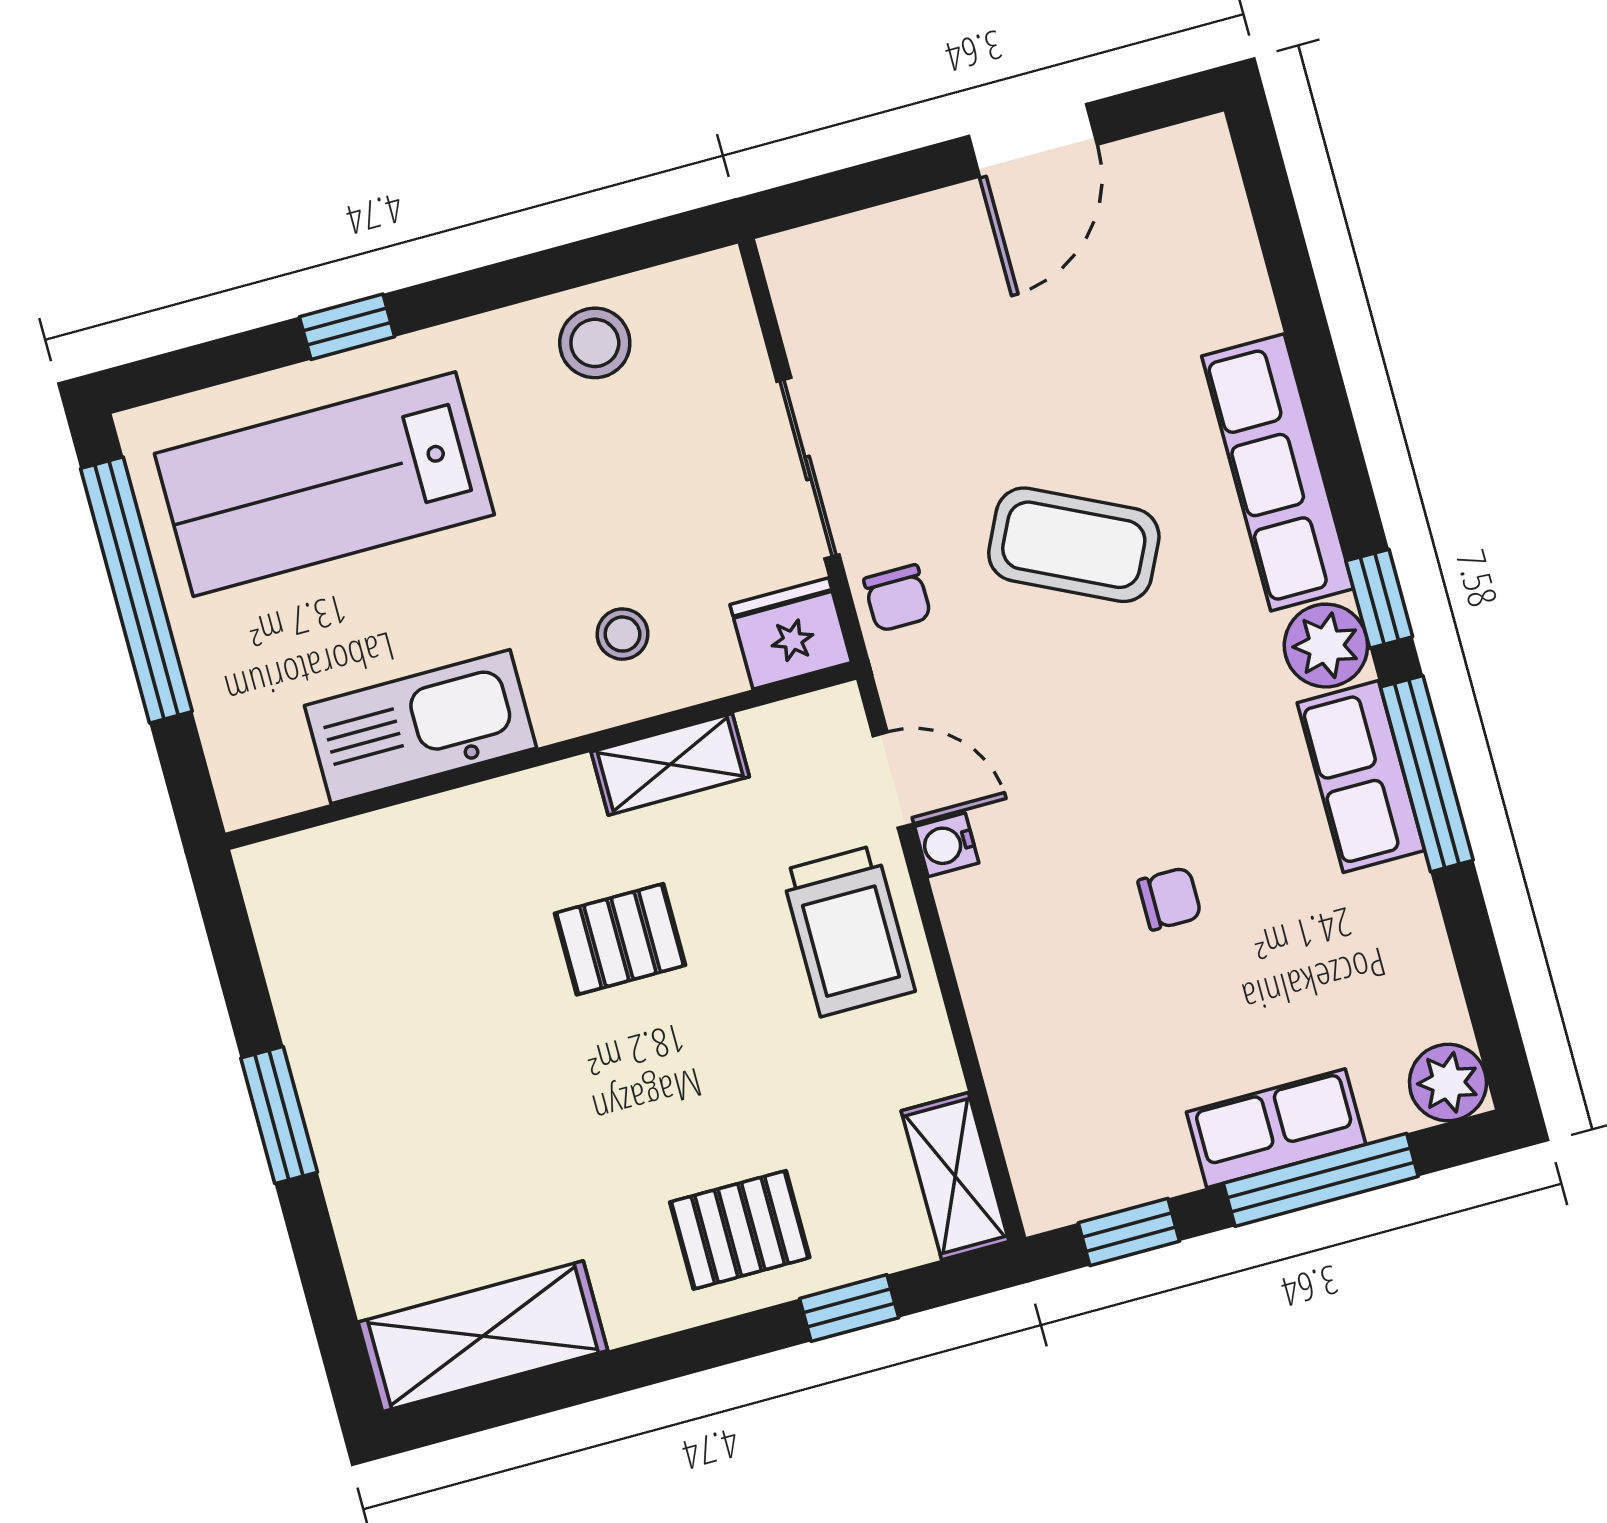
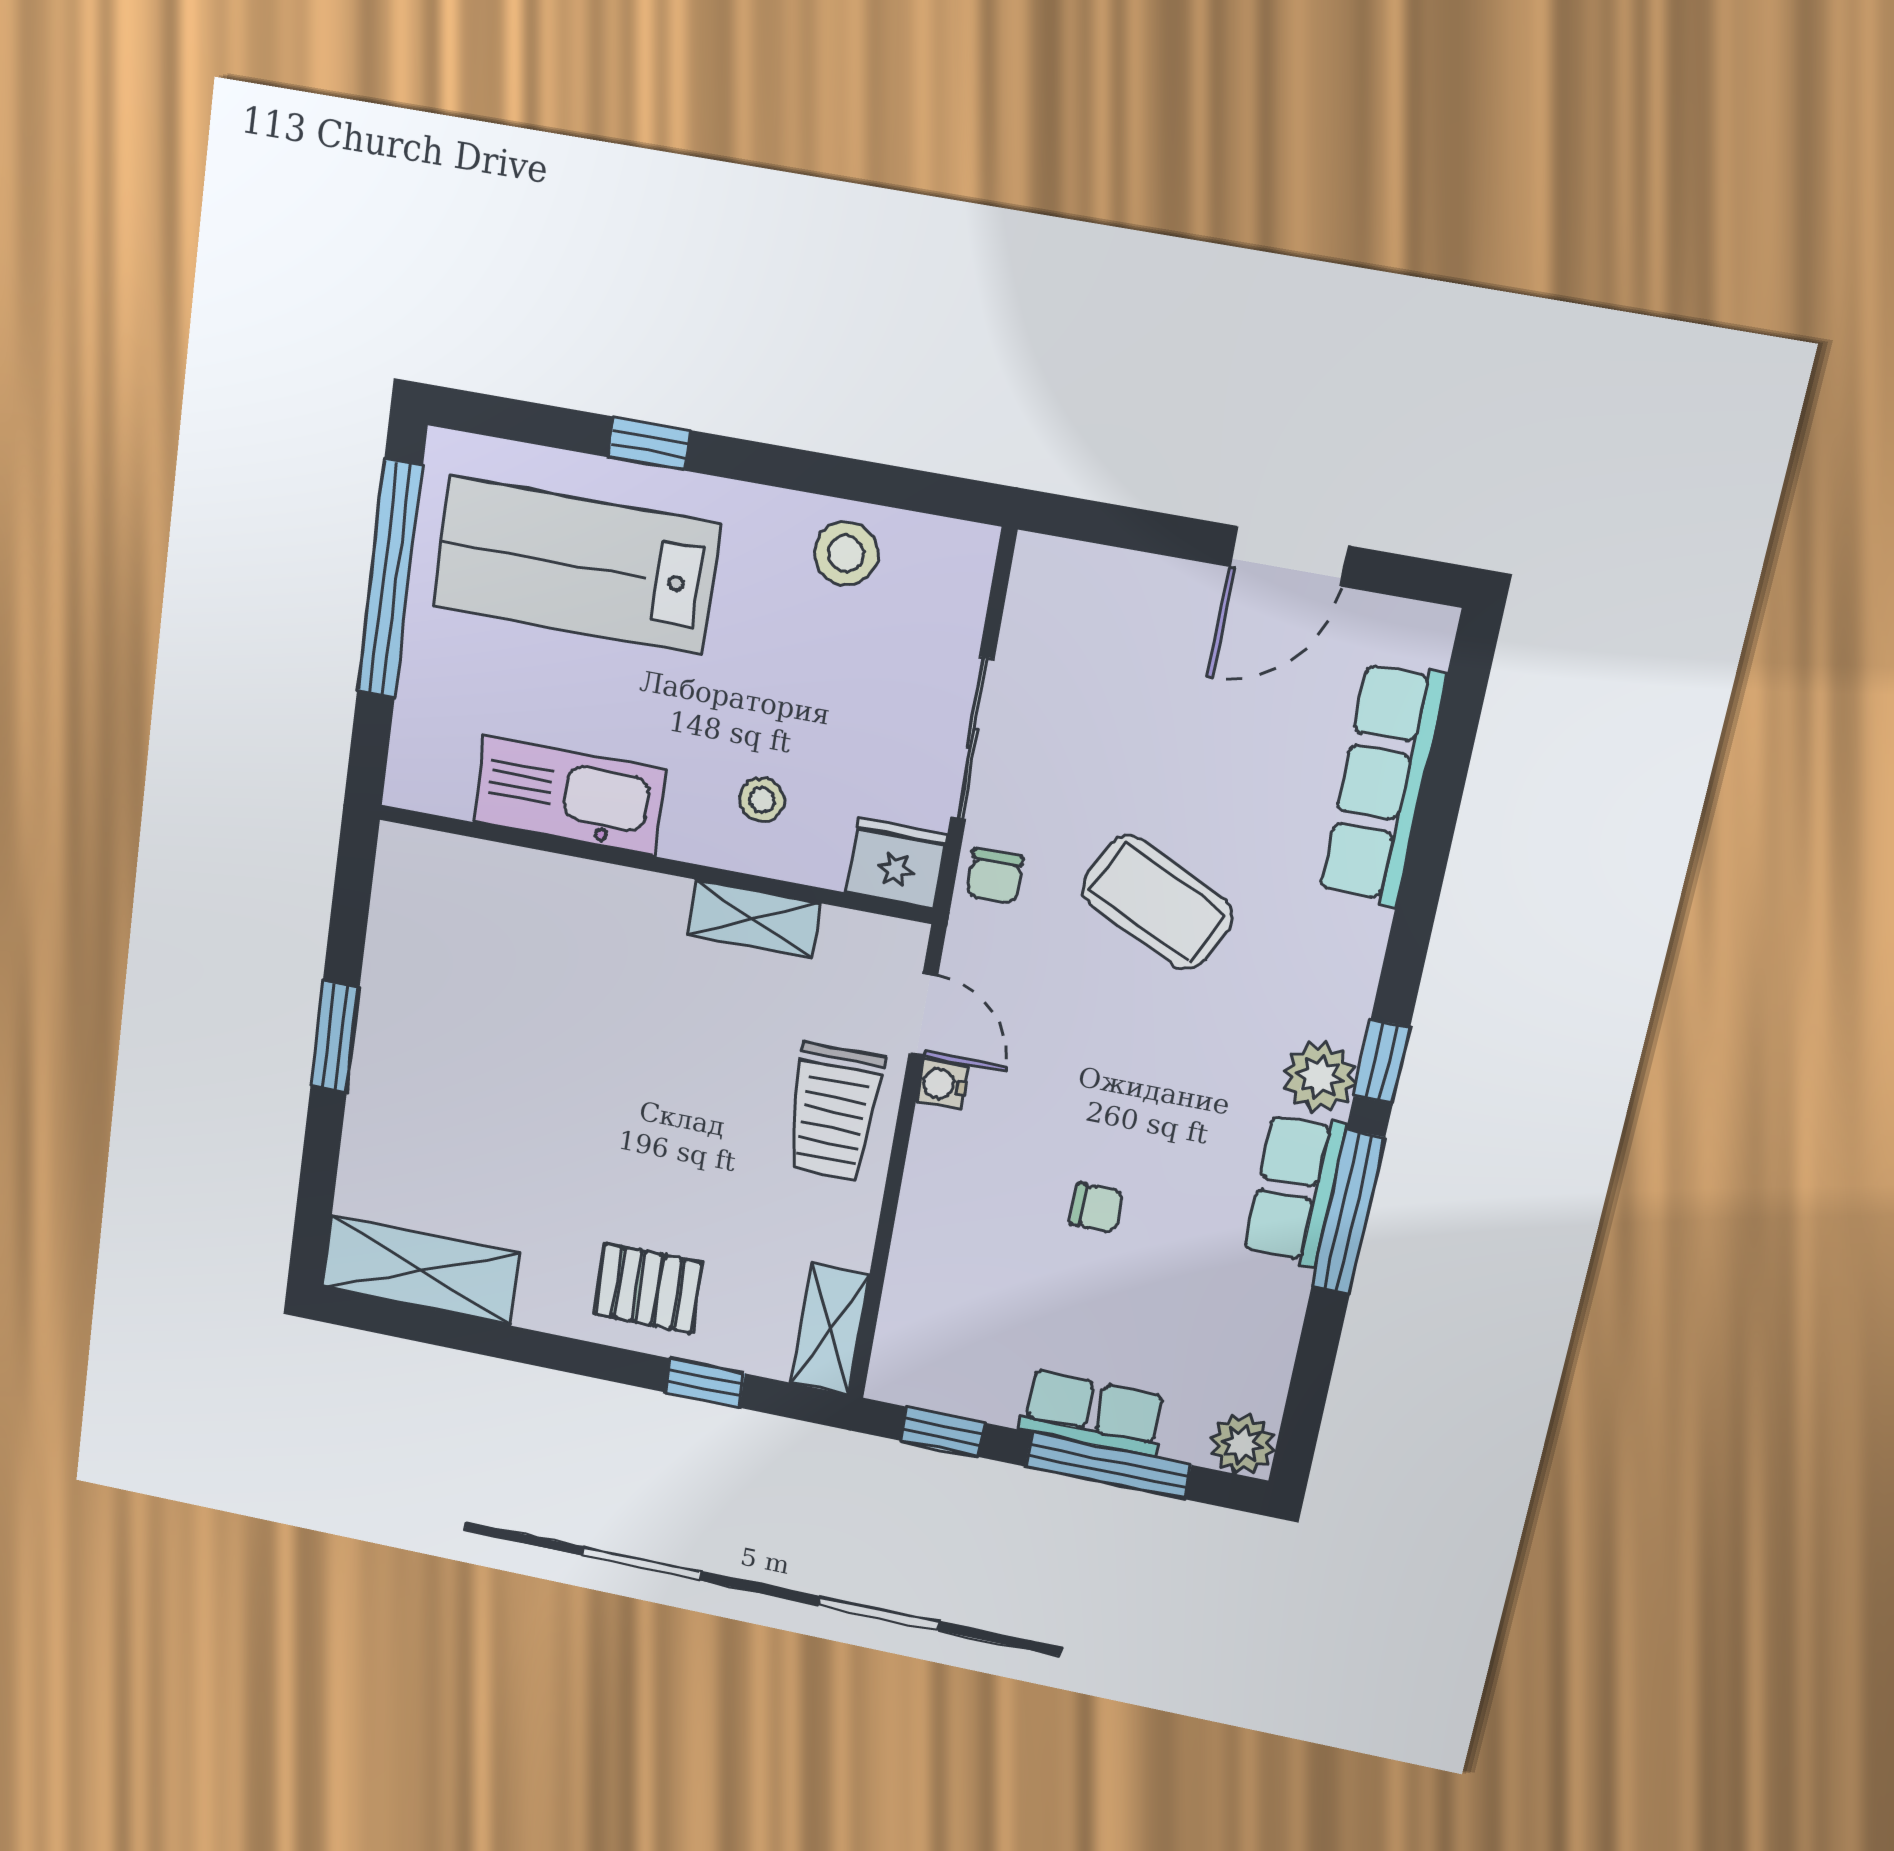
row of seats: (1278, 472) -> (1382, 784), moved
pallet: (620, 939) -> (654, 1033), removed

